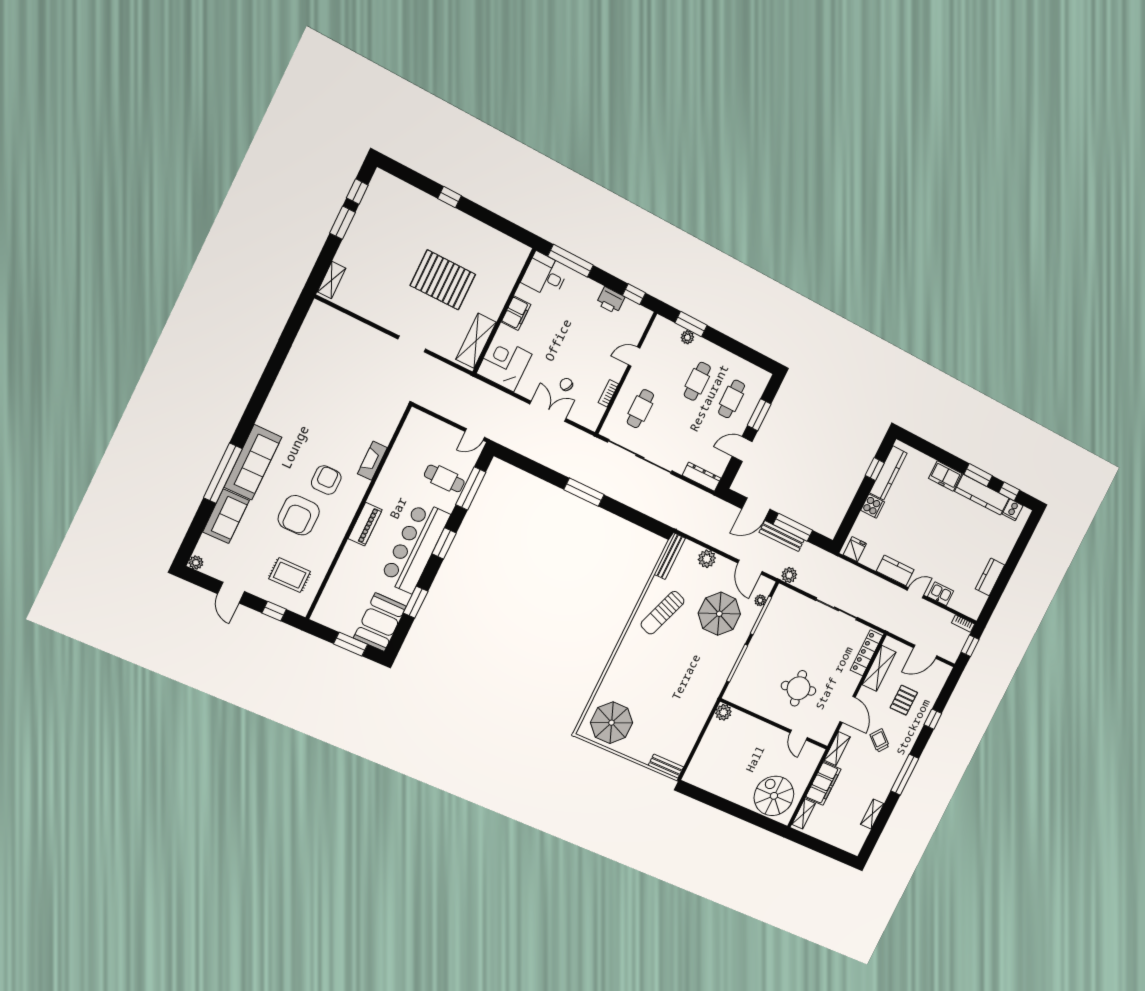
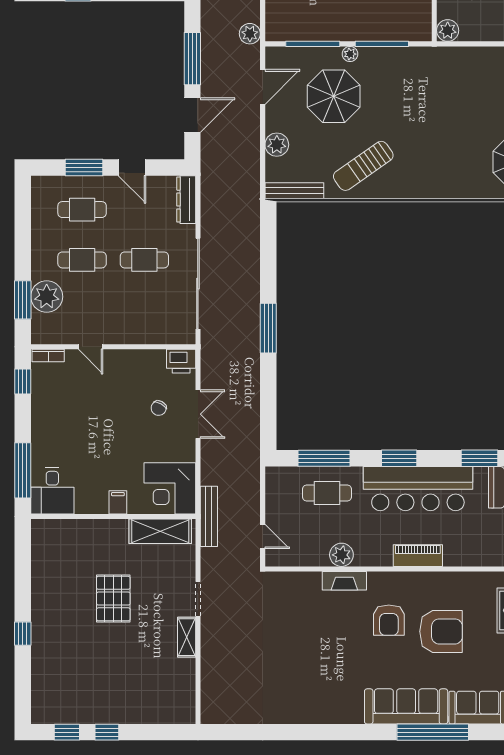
window: (342, 223) -> (107, 732), width x0.67
shelving: (332, 280) -> (187, 637), moved, turned 90
pallet: (443, 280) -> (113, 599), width x0.73, depth x0.71
printer: (611, 300) -> (181, 361), moved, turned 90
filing cabinet: (516, 313) -> (118, 502), width x0.50
plant: (687, 337) -> (47, 297), width x1.88, depth x1.88
bookcase: (608, 393) -> (48, 356), moved
cafe table: (640, 409) -> (144, 260), moved
double door: (548, 411) -> (198, 414), swing flipped
door: (475, 434) -> (263, 536), moved
plant: (393, 468) -> (341, 555), added
cafe table: (444, 478) -> (327, 493), turned 90
armchair: (326, 480) -> (389, 620), turned -90
door: (756, 509) -> (192, 115), hinge flipped
bench: (782, 536) -> (209, 516), moved
plant: (760, 600) -> (350, 54), moved
sun lounger: (663, 613) -> (363, 166), turned 125

